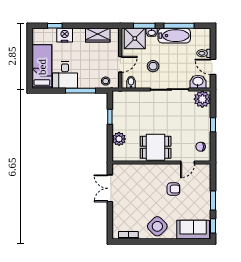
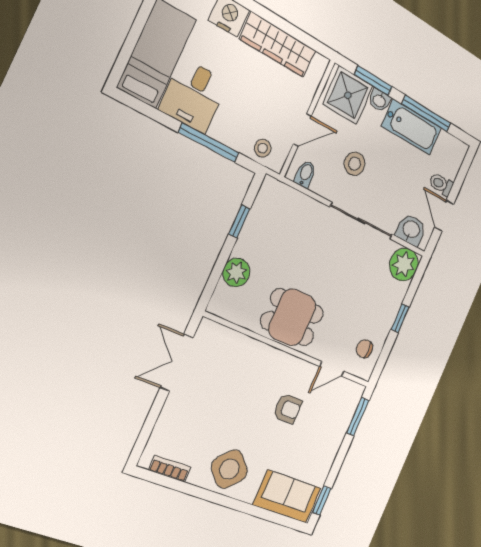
wardrobe: (98, 35) -> (278, 45), width x1.50
window: (213, 200) -> (358, 417), moved

